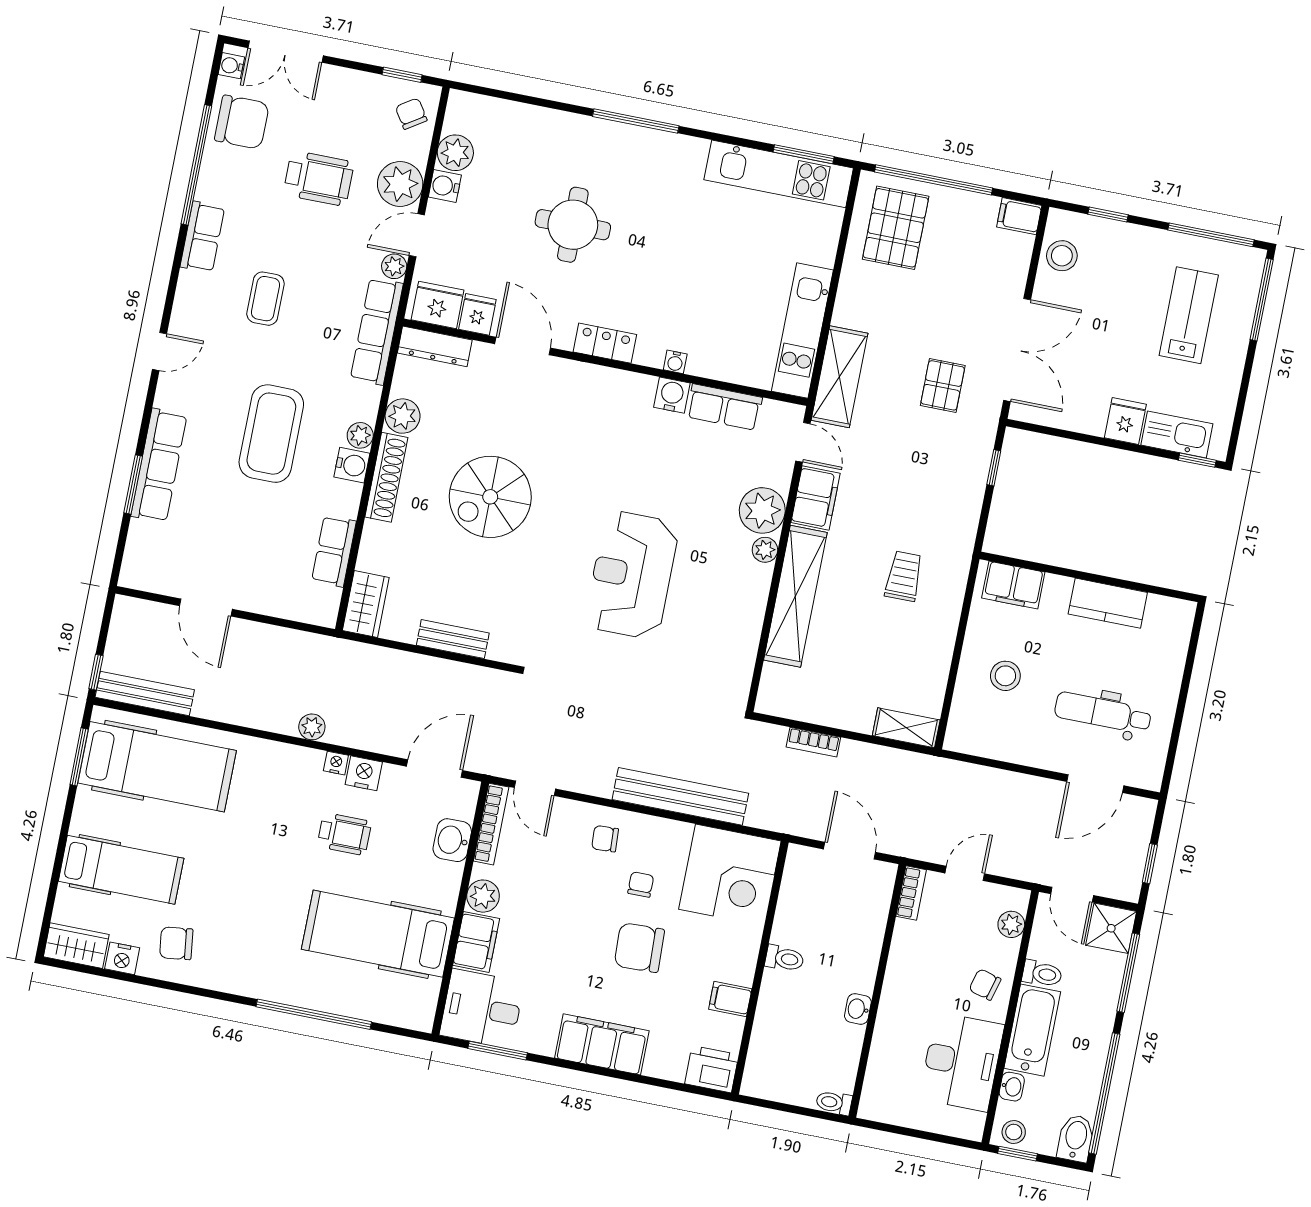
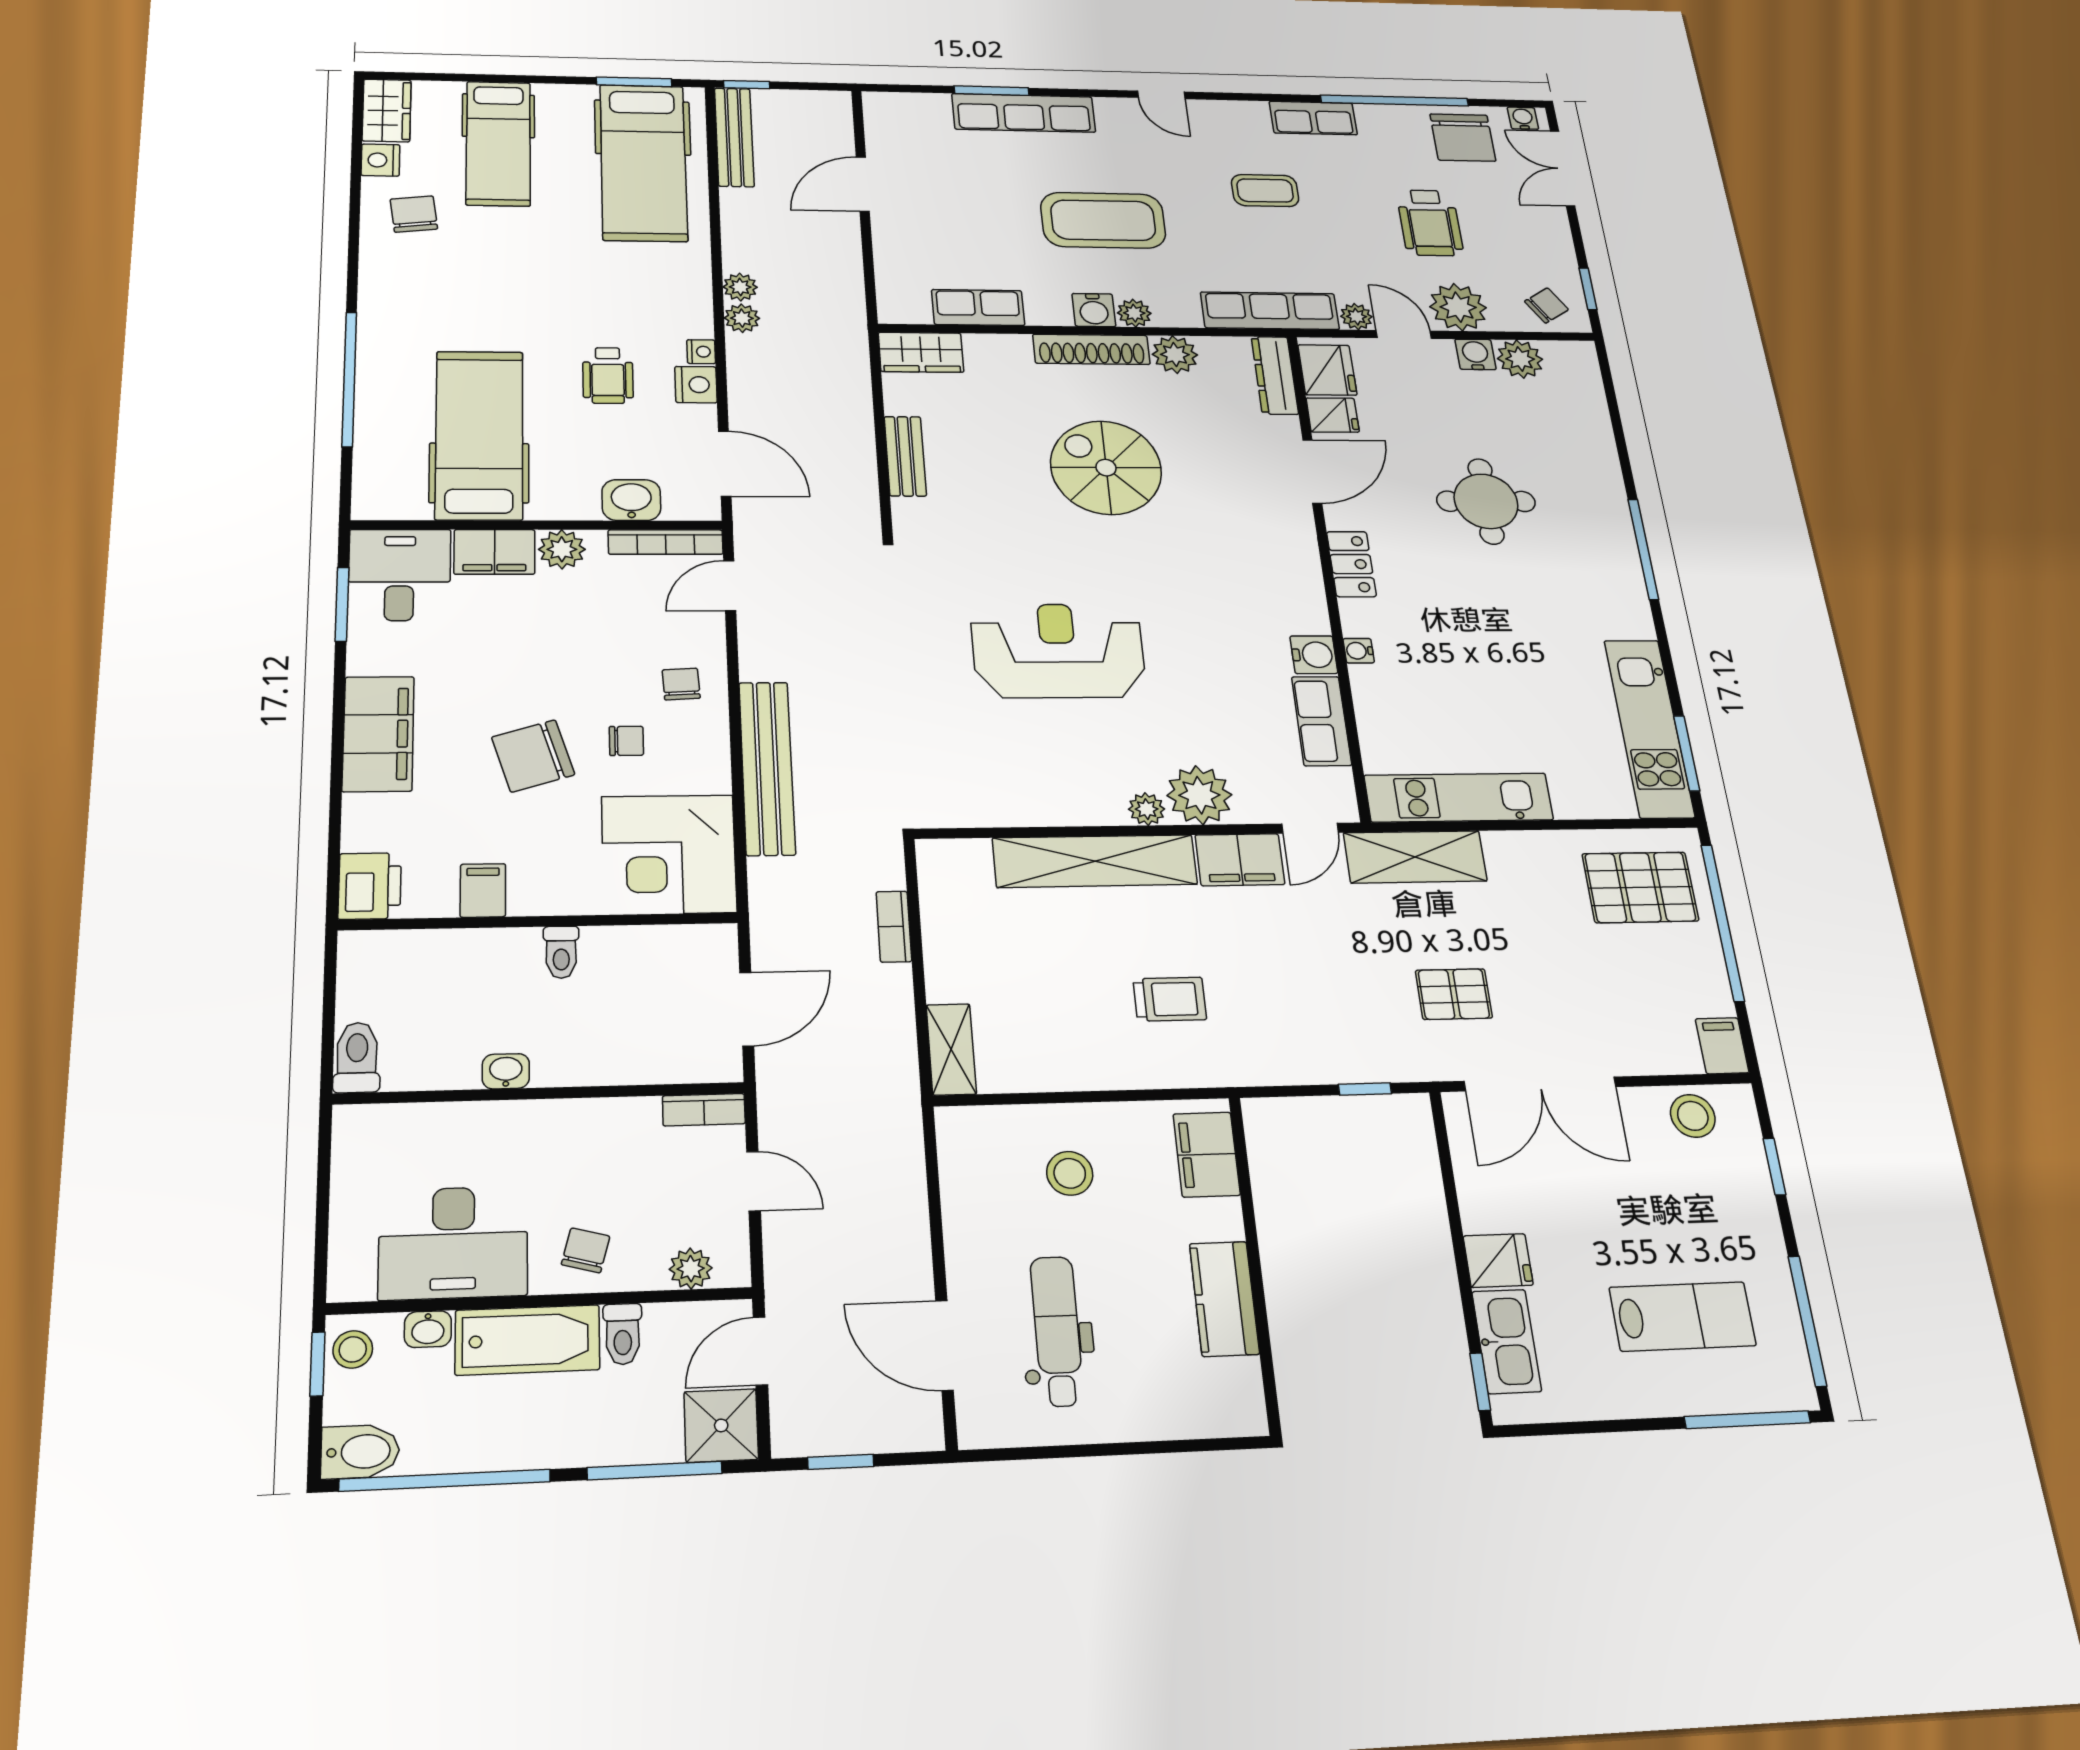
plant: (284, 722) -> (740, 287), added
chair: (639, 948) -> (533, 756), turned -105
toilet: (834, 1103) -> (357, 1057), width x1.37, depth x1.39

